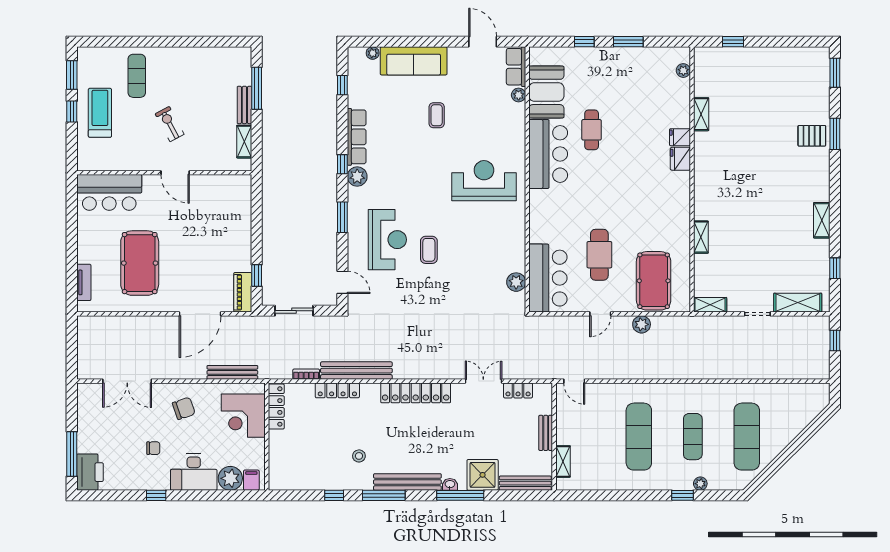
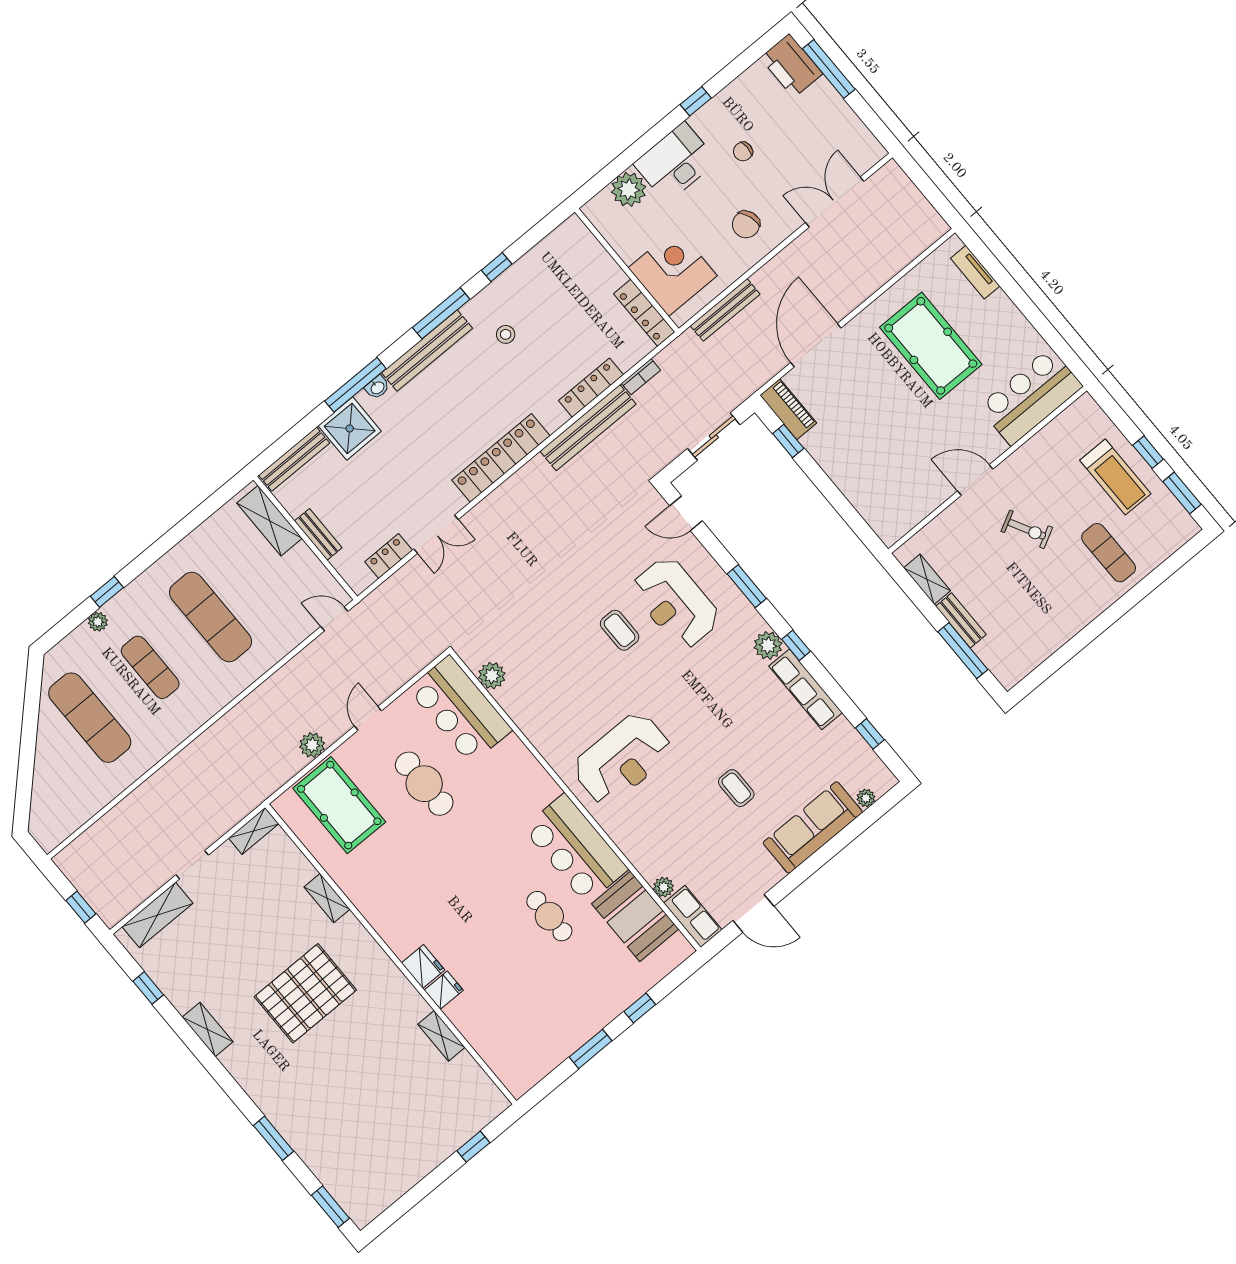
plant: (683, 71) -> (502, 1068), removed
pallet: (812, 136) -> (305, 993), moved, width x2.05, depth x2.00
shelving: (563, 461) -> (270, 521), width x1.50, depth x1.33
filing cabinet: (251, 480) -> (603, 207), removed

